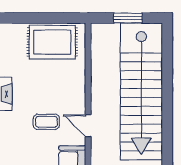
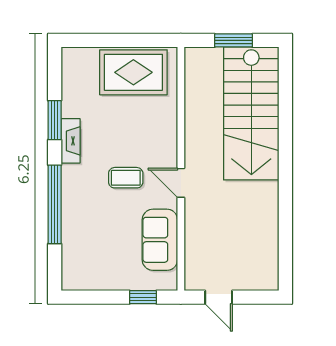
stairs: (141, 91) -> (251, 113), width x0.73

